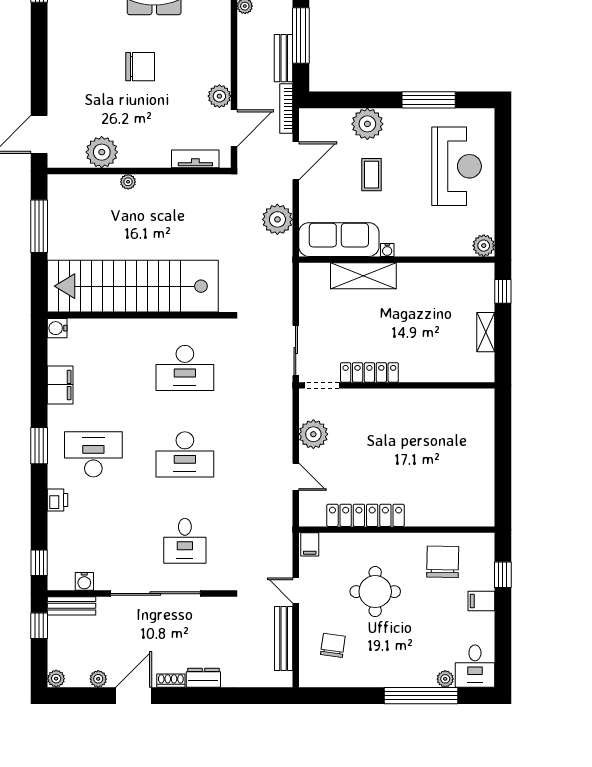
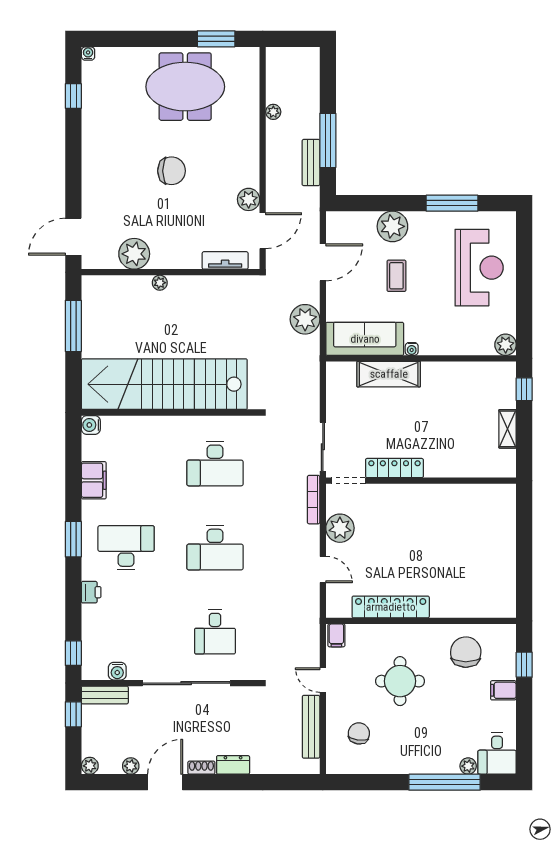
bookcase: (286, 109) -> (314, 500), moved

